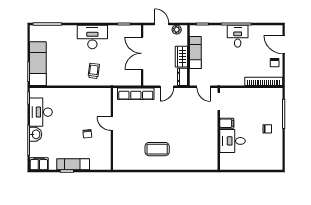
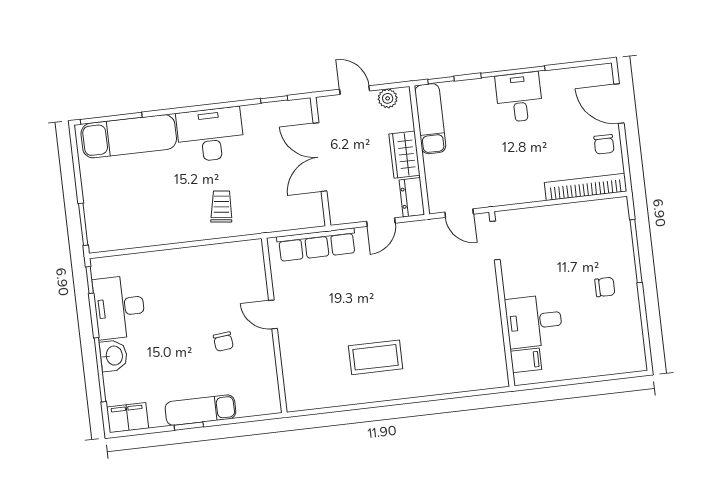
exam couch: (195, 52) -> (430, 119), moved
exam couch: (38, 64) -> (129, 136), moved, turned 90
filing cabinet: (227, 123) -> (526, 360), moved

